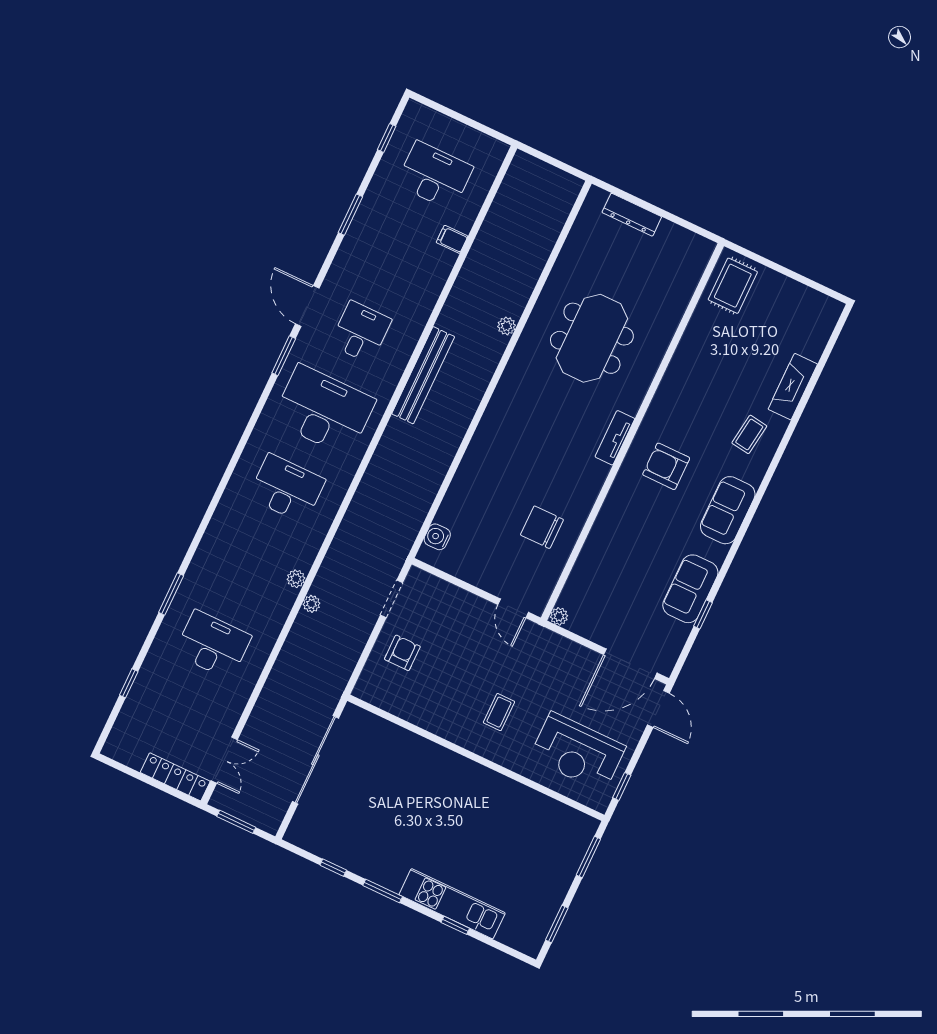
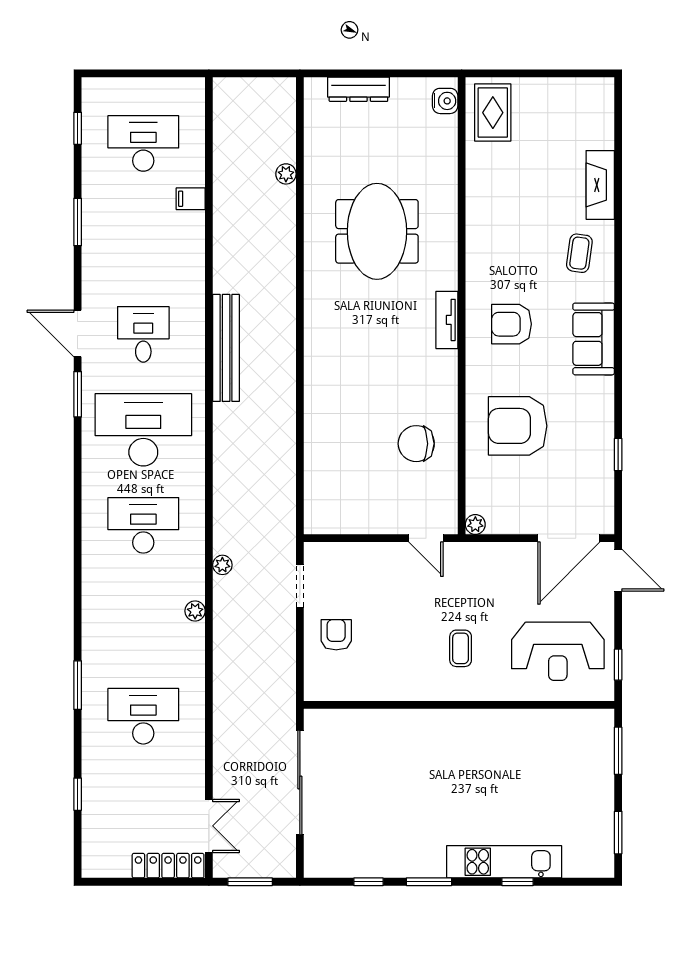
plant: (507, 326) -> (286, 174), moved
water cooler: (437, 537) -> (445, 101), moved, turned 180
armchair: (632, 552) -> (518, 426), added
sofa: (690, 589) -> (593, 435), removed
plant: (311, 604) -> (222, 565), moved

